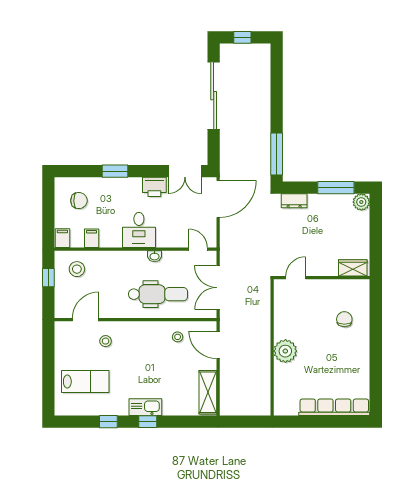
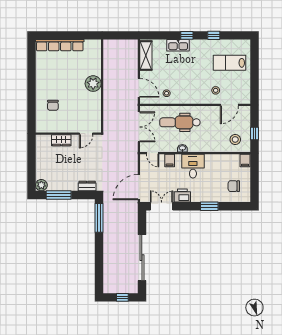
filing cabinet: (92, 238) -> (170, 160), moved
wardrobe: (353, 268) -> (61, 140), moved
kitchen sink: (145, 407) -> (178, 45), moved

